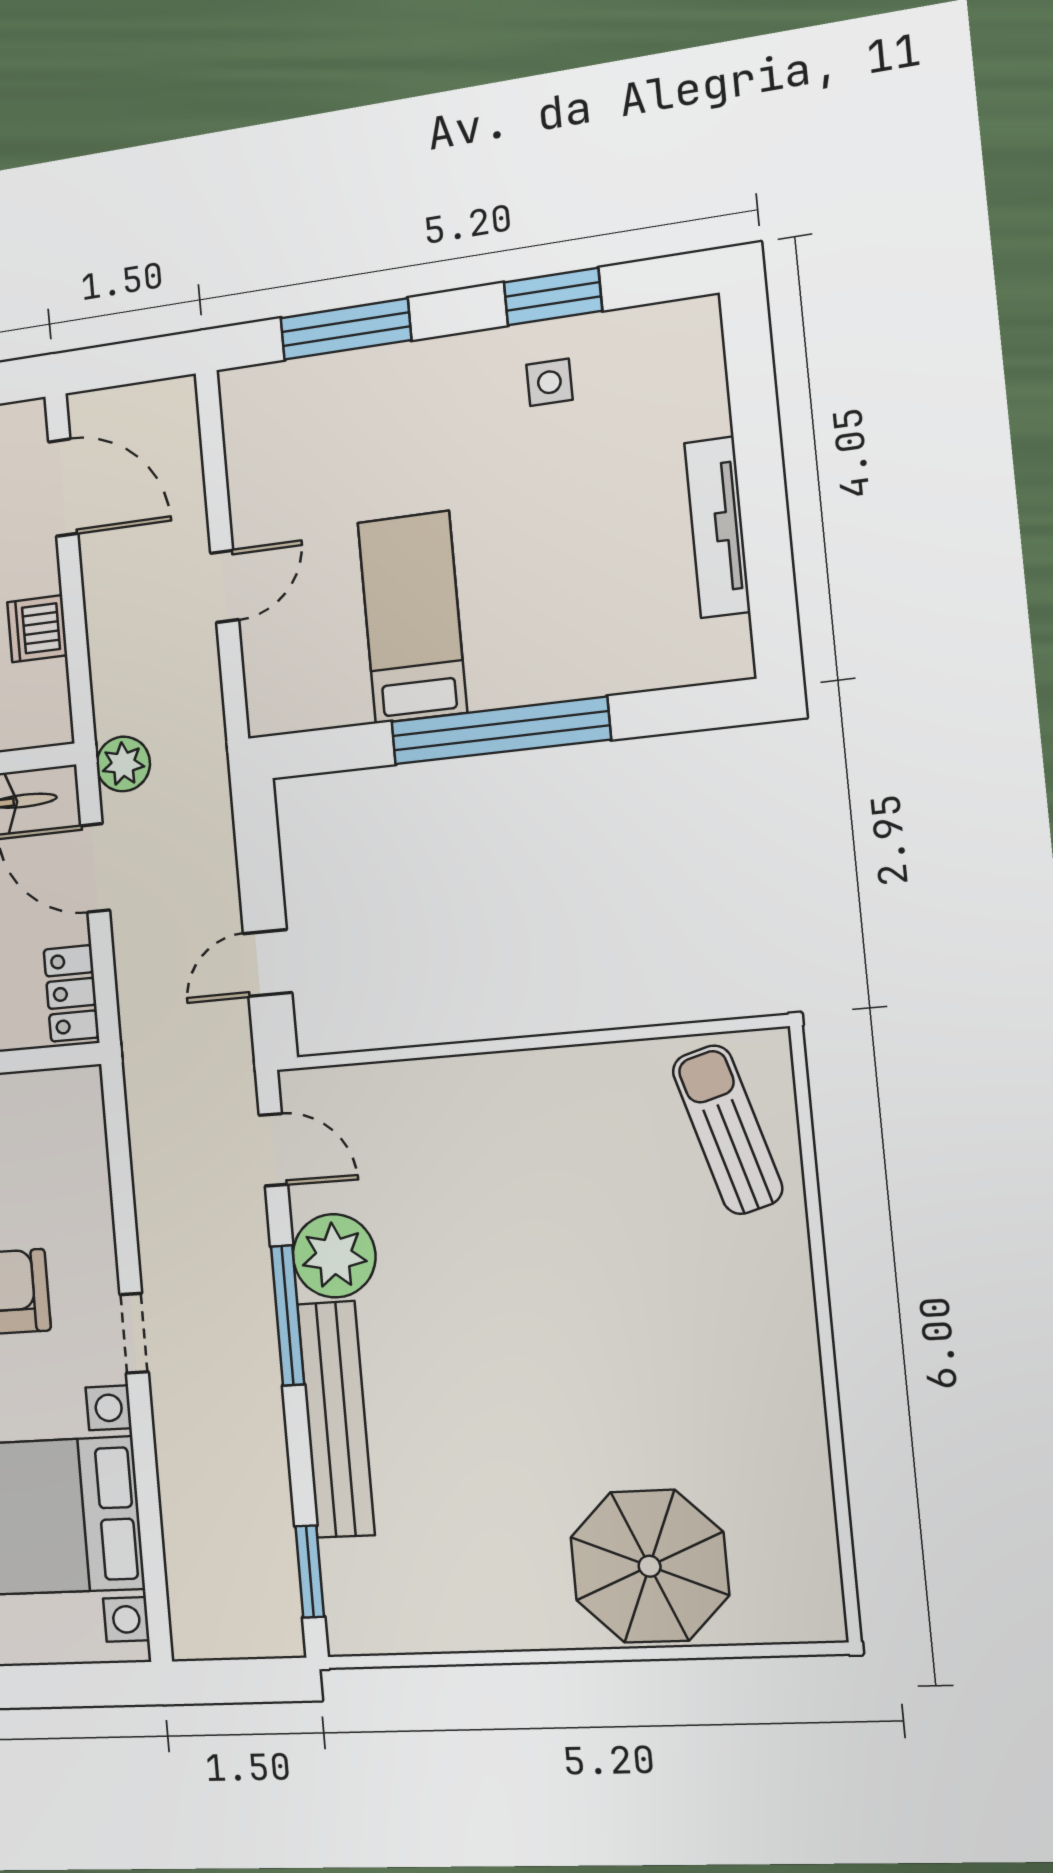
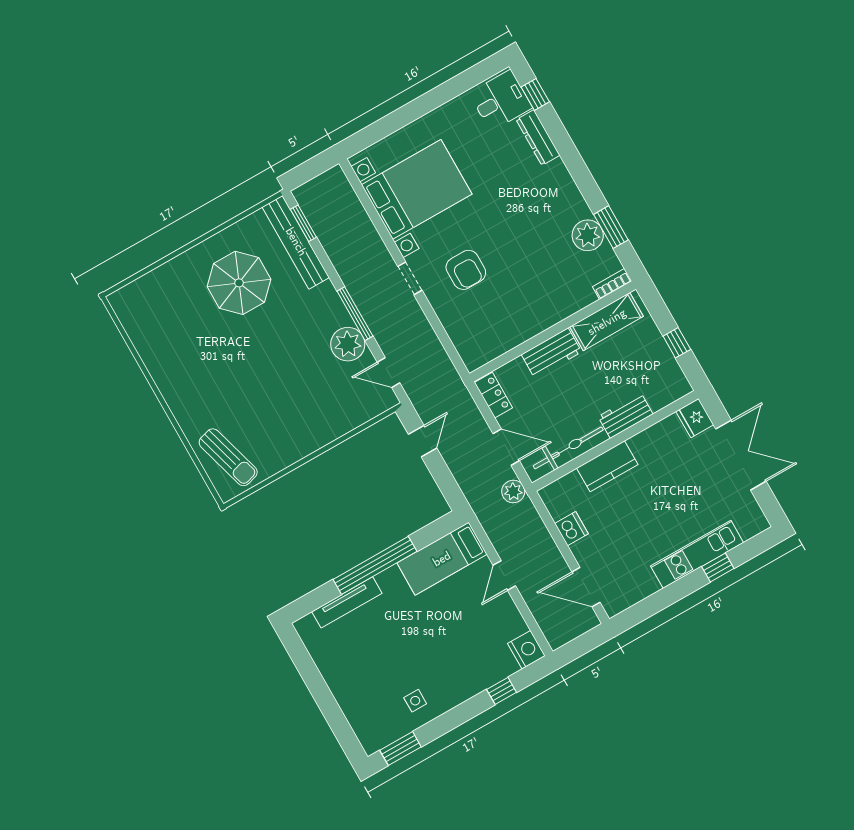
window: (553, 297) -> (400, 749), moved
window: (346, 329) -> (502, 691), width x0.46
nightstand: (251, 401) -> (526, 650), added
tv unit: (717, 527) -> (347, 602), moved, turned 90
bed: (412, 617) -> (442, 559), moved, turned 90
bench: (336, 1419) -> (296, 242), moved
parasol: (650, 1566) -> (239, 283), moved

